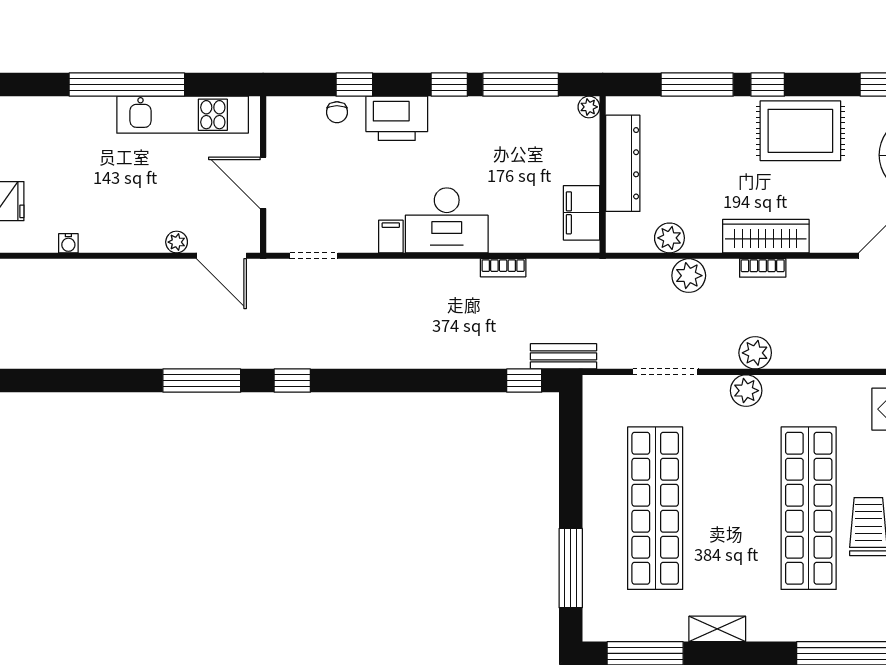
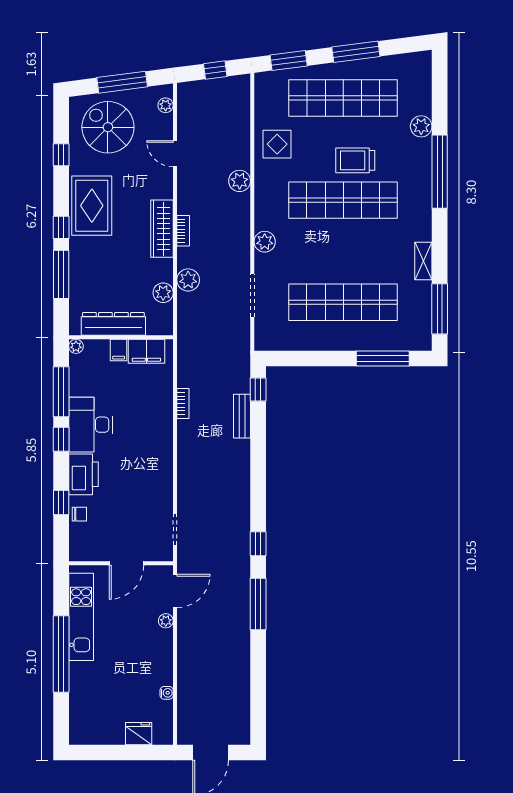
desk: (447, 220) -> (90, 425), moved, turned 180
filing cabinet: (391, 237) -> (119, 350), moved, turned -90
plant: (755, 353) -> (240, 181), moved
bench: (564, 356) -> (242, 416), moved

